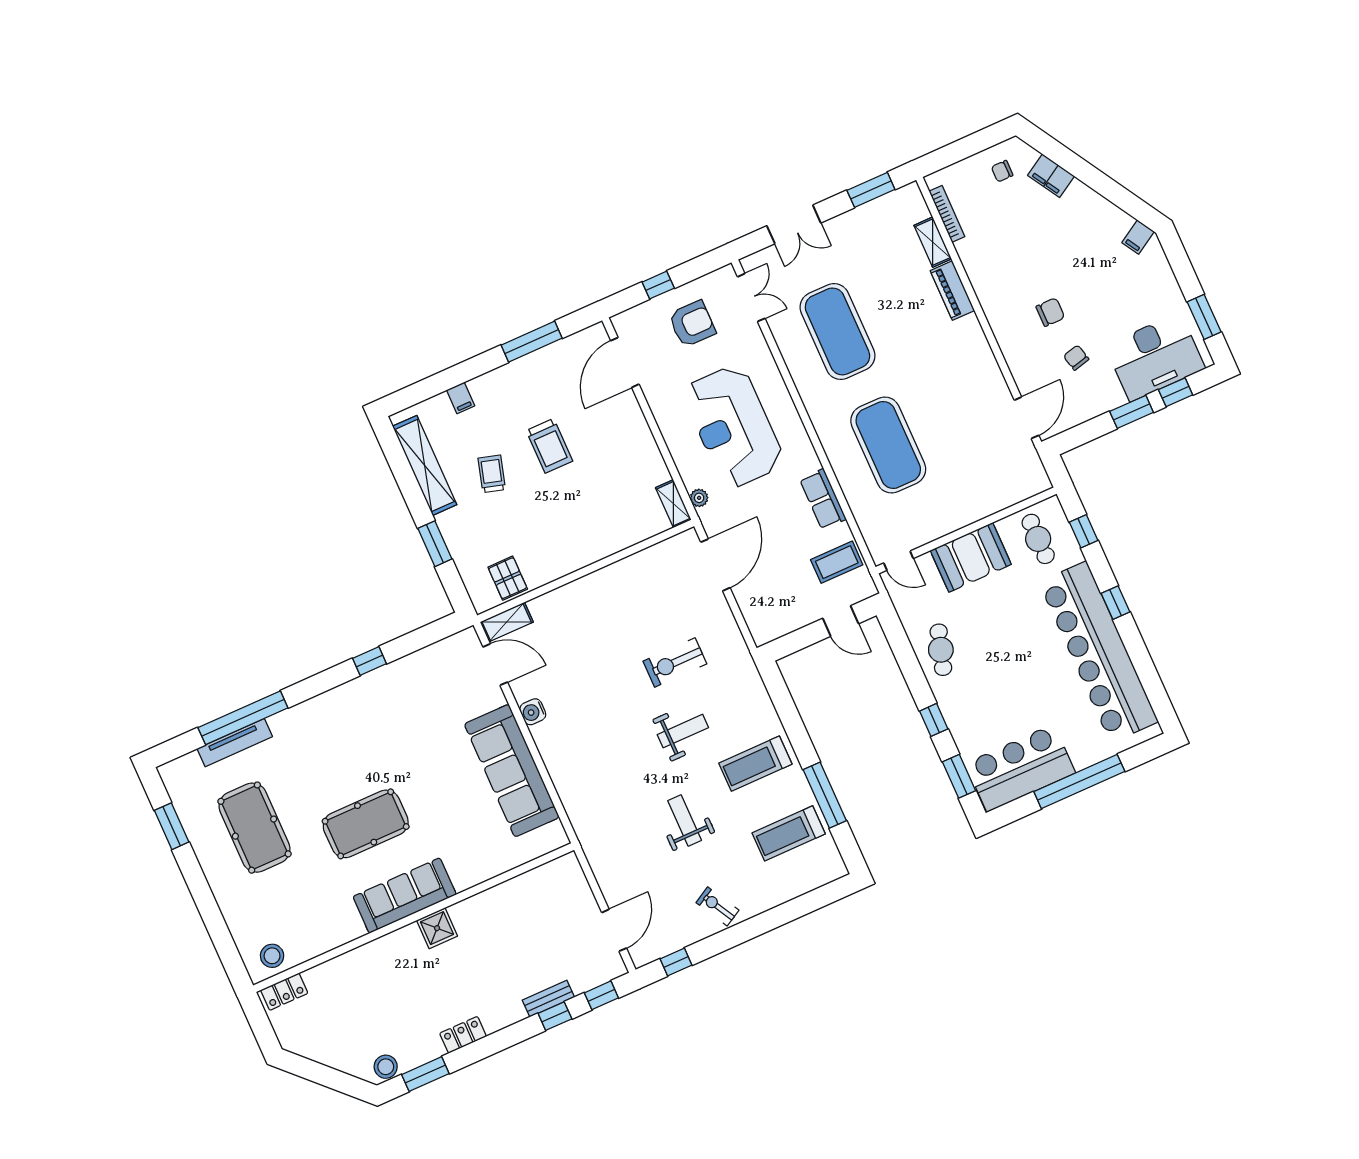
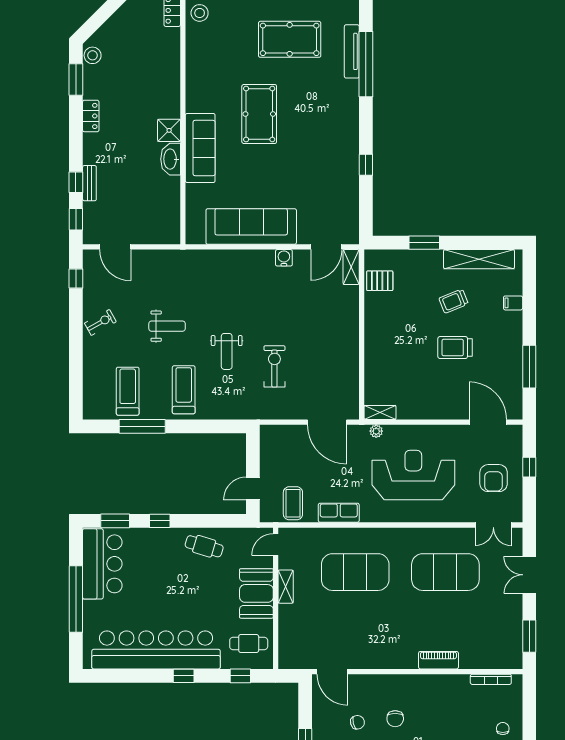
shelving: (933, 242) -> (286, 587), moved, turned 90
trolley: (492, 474) -> (454, 301), turned 142
sofa: (405, 896) -> (200, 148), moved
washbasin: (472, 910) -> (171, 159), added

